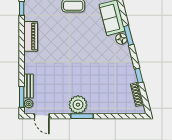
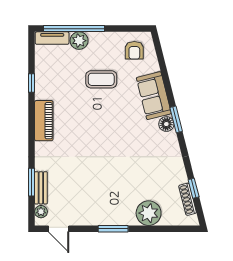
window: (139, 76) -> (194, 188), moved
window: (22, 97) -> (32, 182), moved
plant: (78, 105) -> (149, 213), moved

